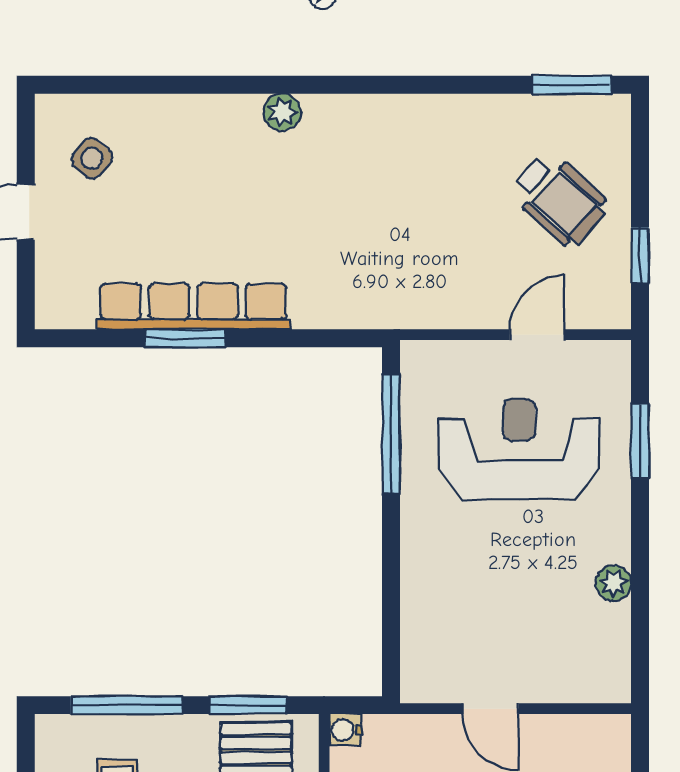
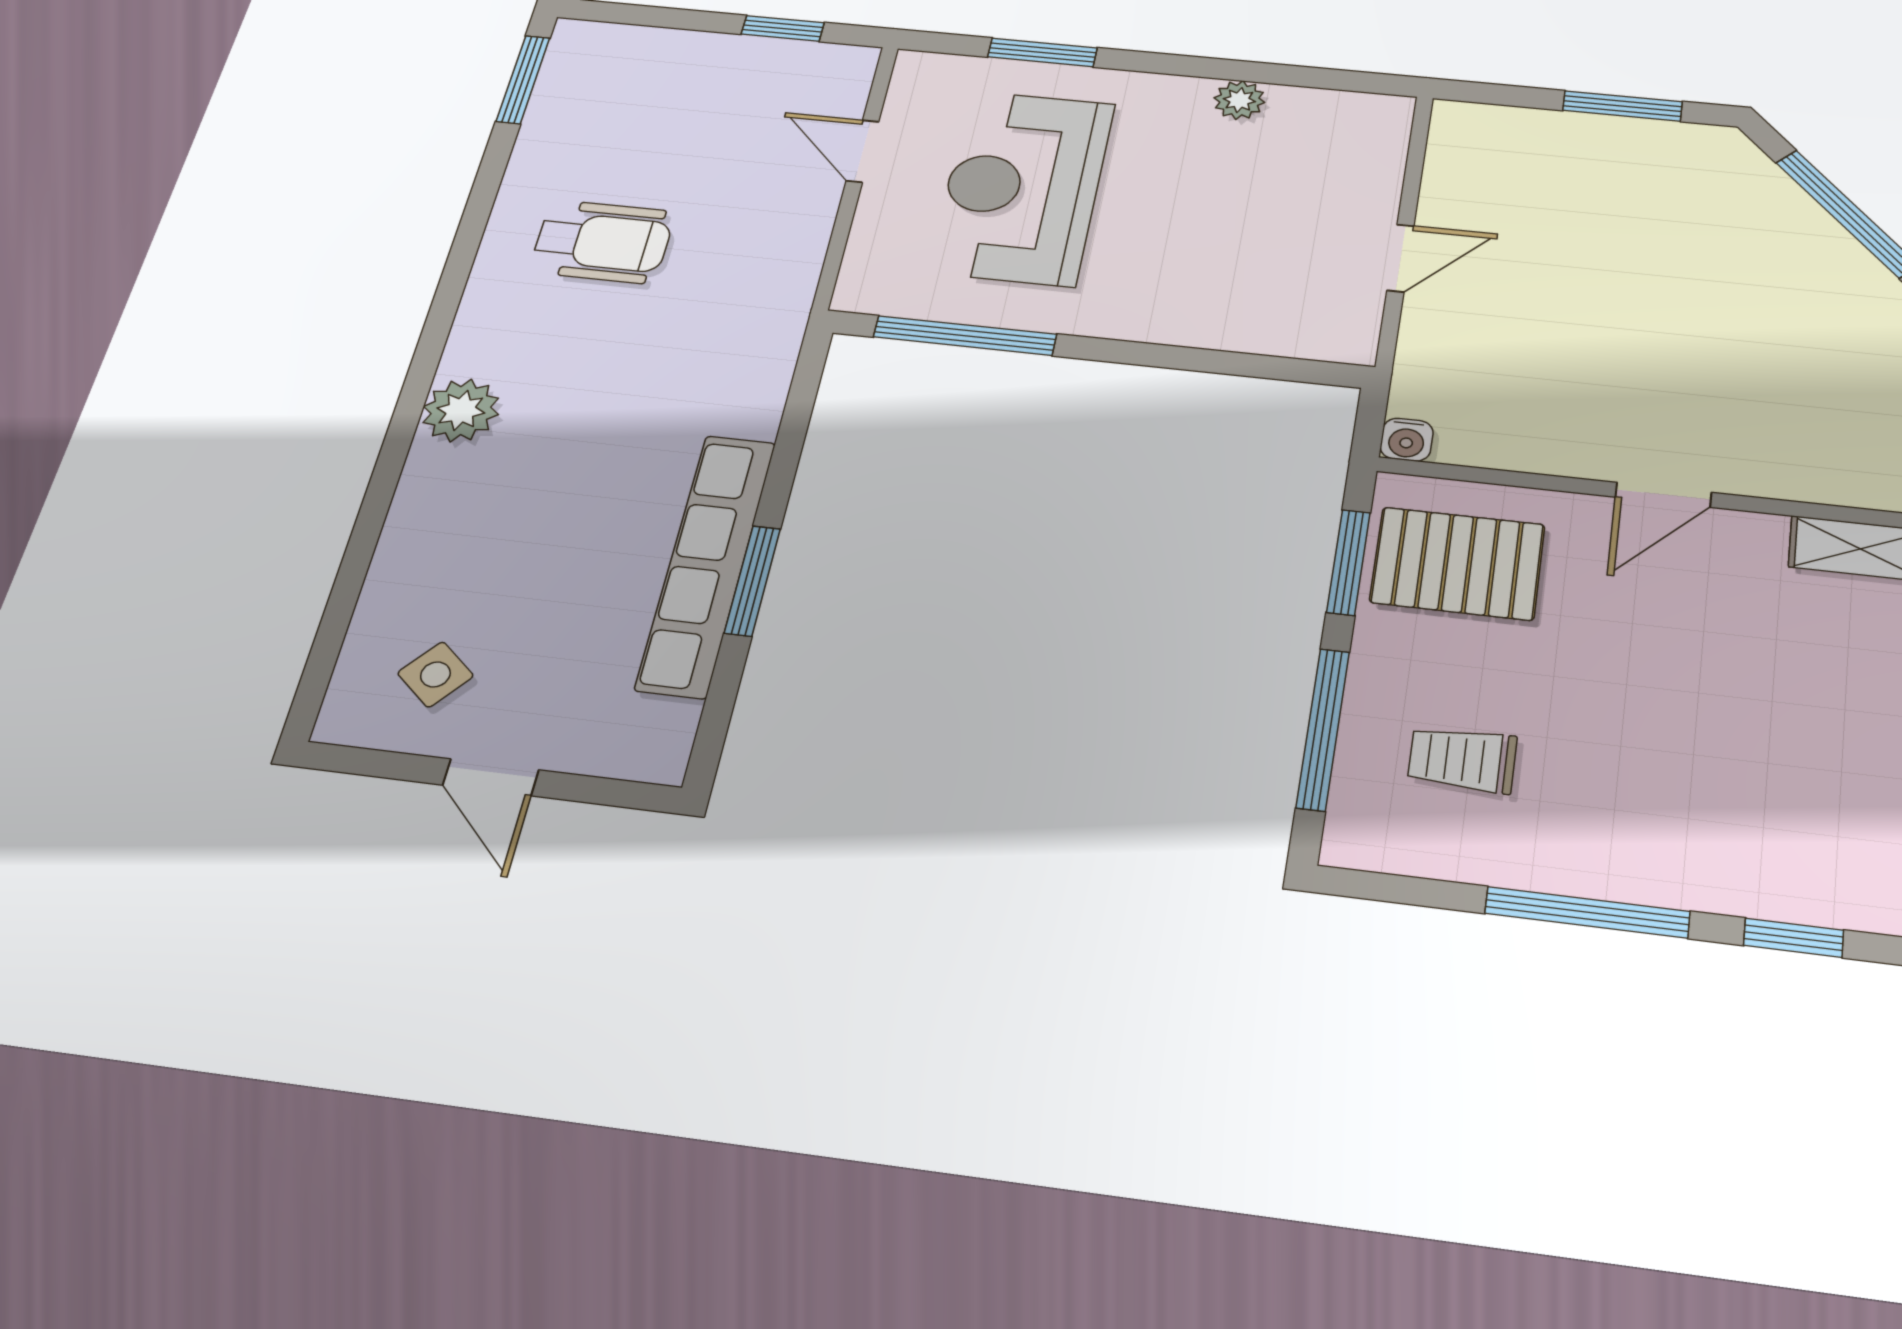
plant: (282, 112) -> (461, 410), width x1.38, depth x1.38
wheelchair: (559, 199) -> (602, 242), moved, turned 48

